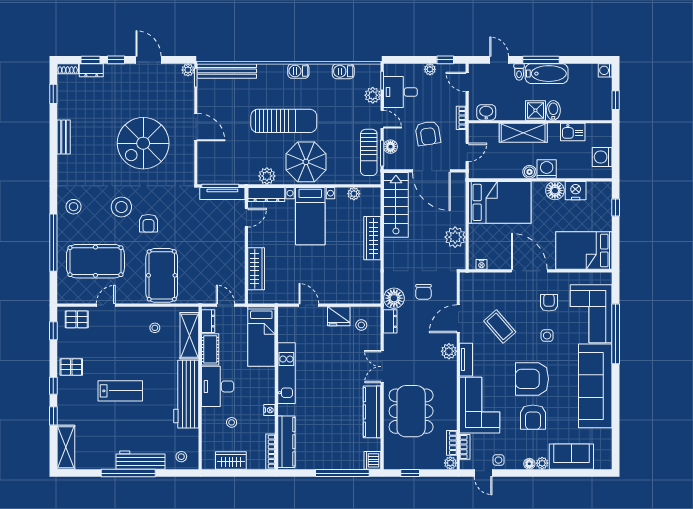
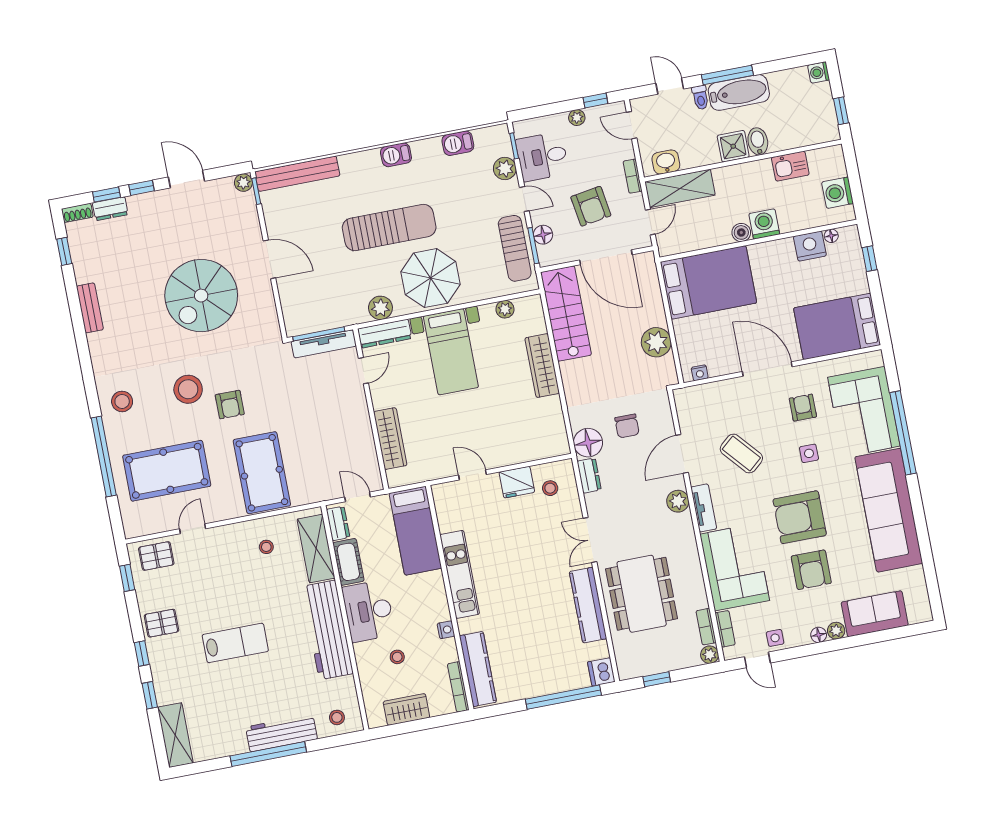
shelving: (523, 133) -> (680, 188), moved
floor lamp: (555, 191) -> (831, 236), moved, width x0.53, depth x0.53

